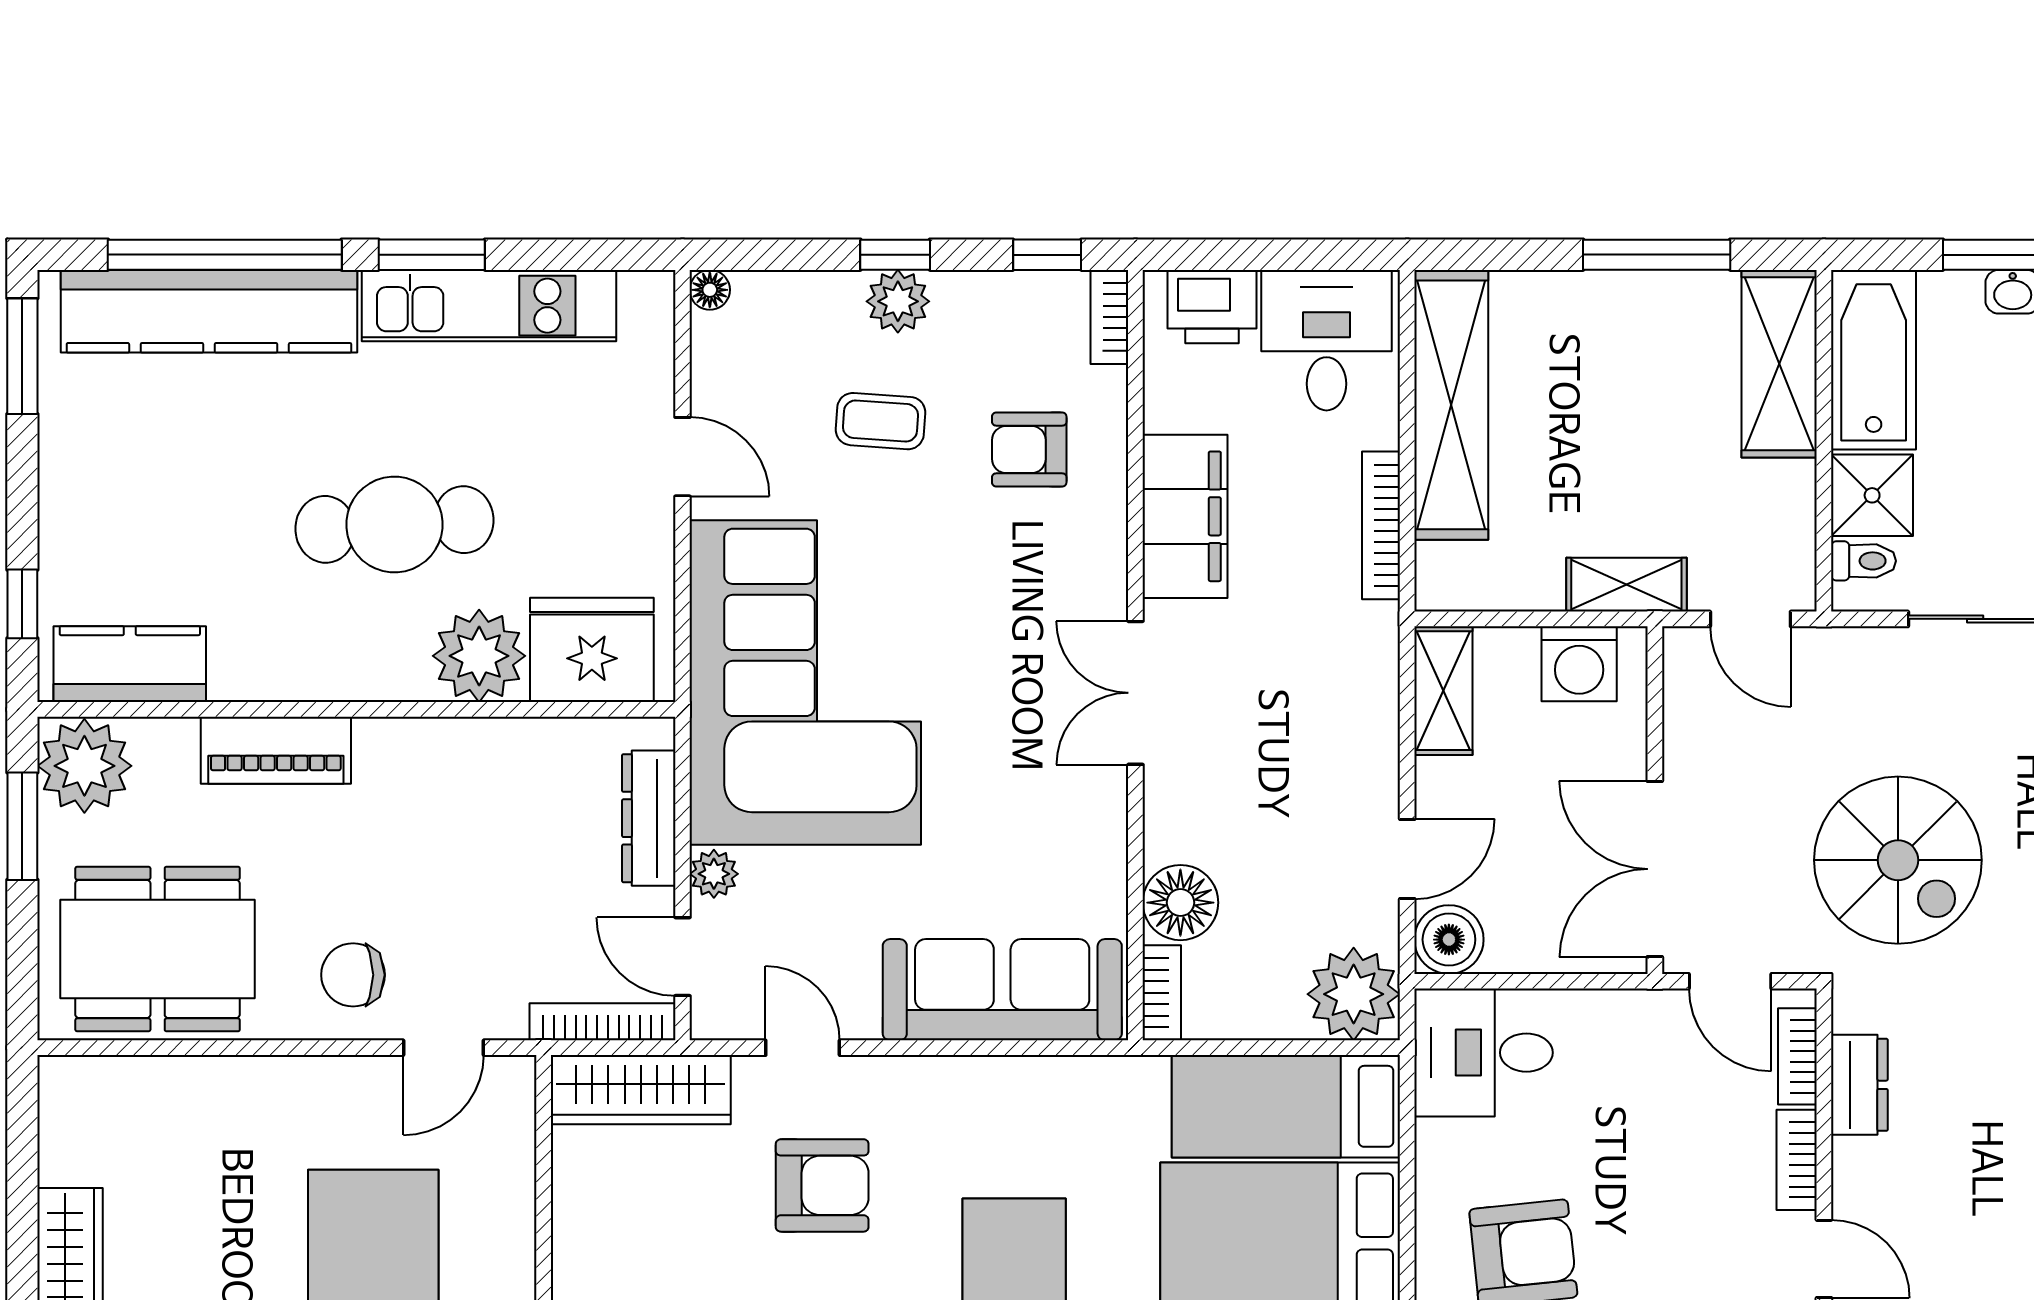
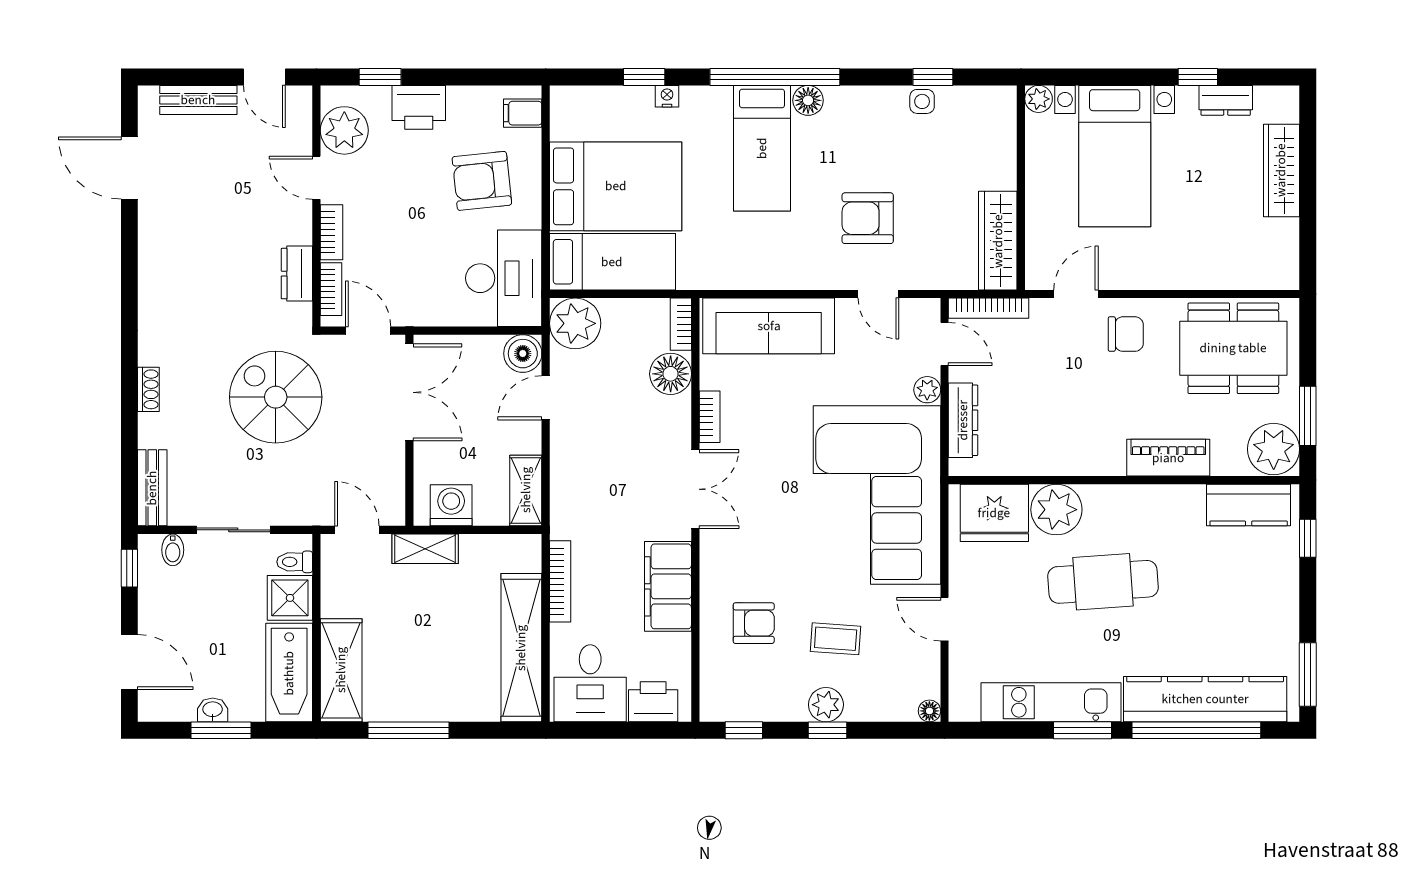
bookcase: (1109, 317) -> (710, 417), moved
desk: (1484, 1053) -> (504, 278), width x1.37
wardrobe: (641, 1090) -> (998, 241), moved, turned -90

